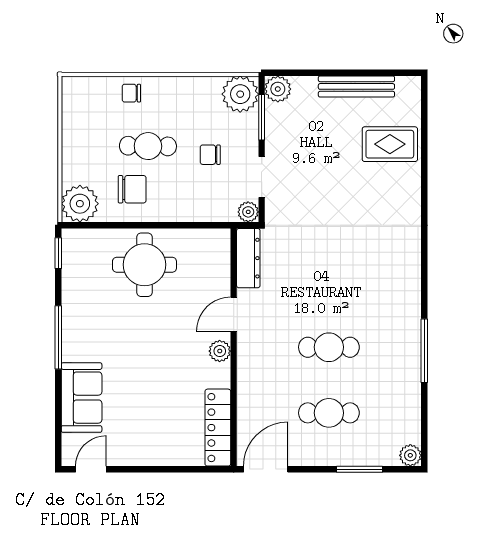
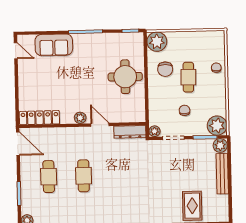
bench: (356, 86) -> (222, 174), moved

